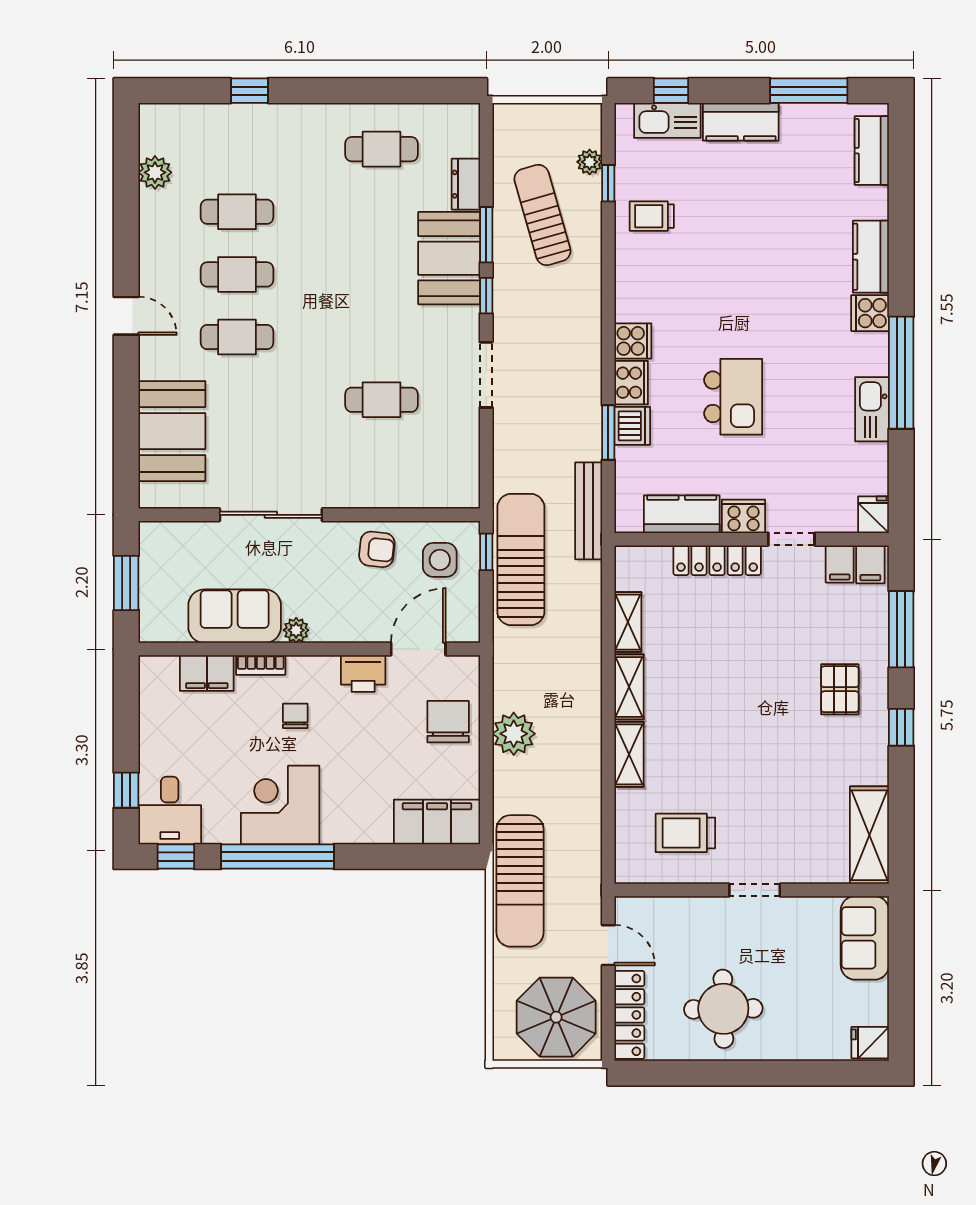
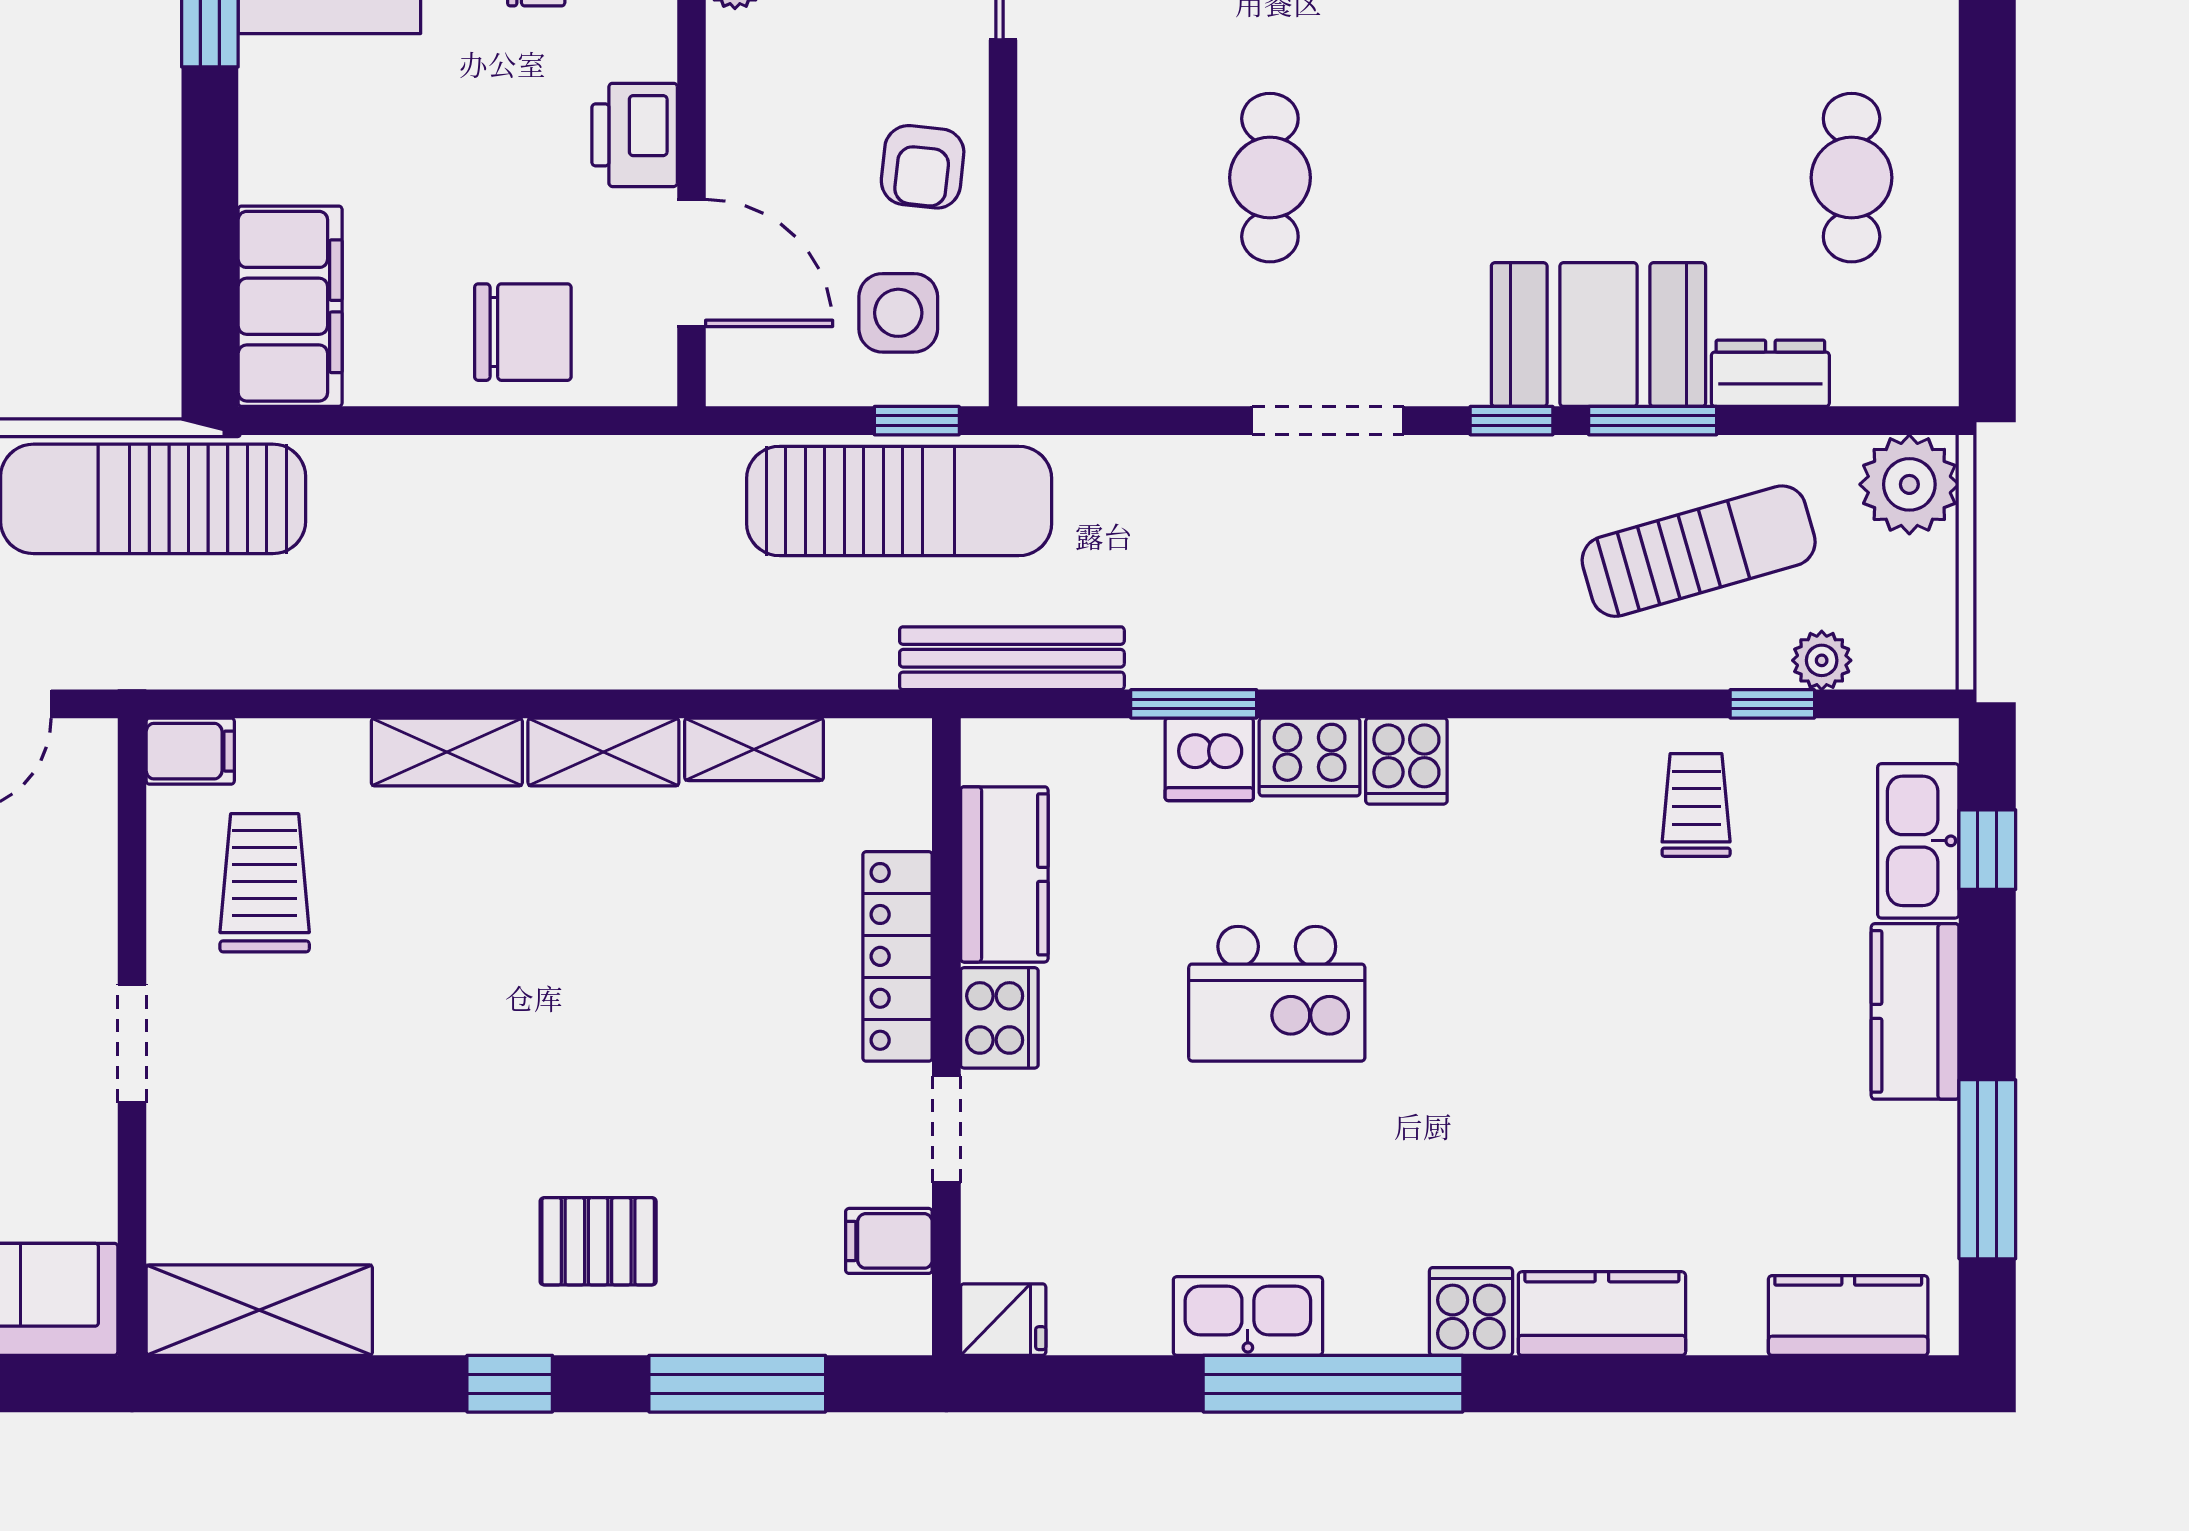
filing cabinet: (870, 564) -> (190, 751), moved, turned 180
plant: (514, 734) -> (1909, 484), moved

